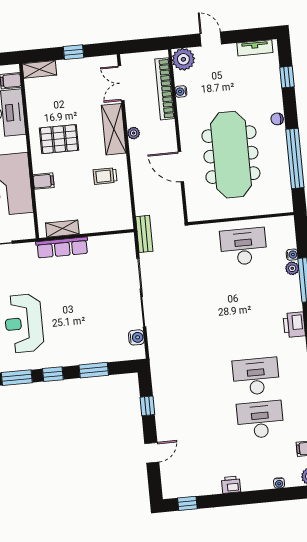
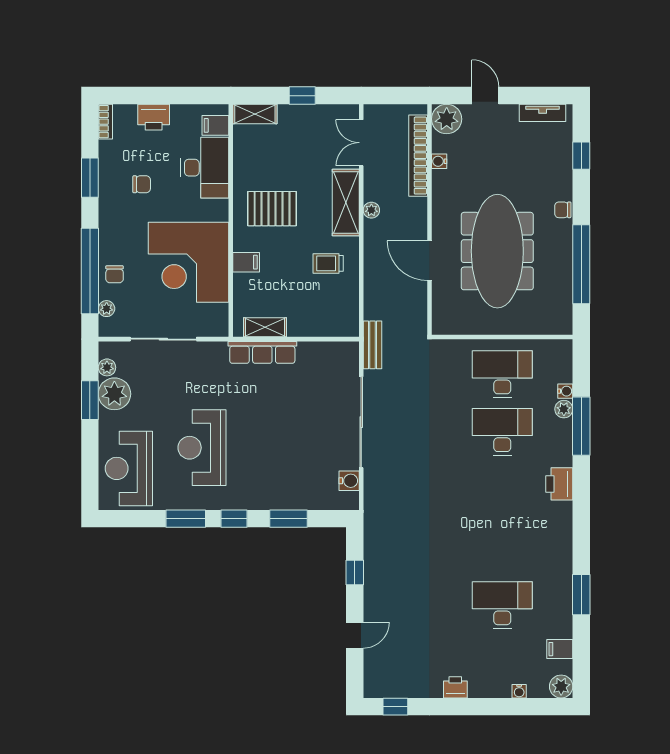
desk: (256, 376) -> (502, 432), moved

